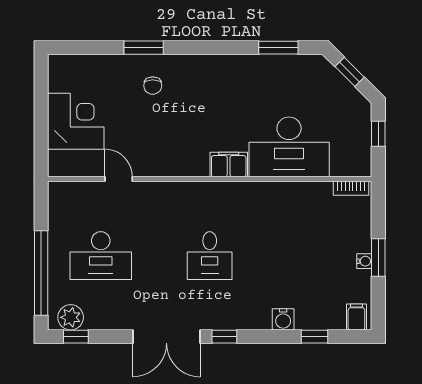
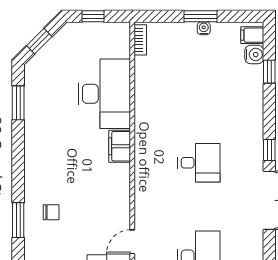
water cooler: (283, 319) -> (254, 54), moved

